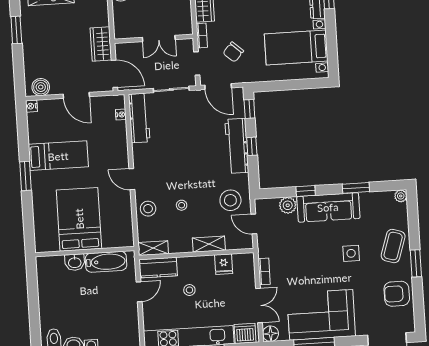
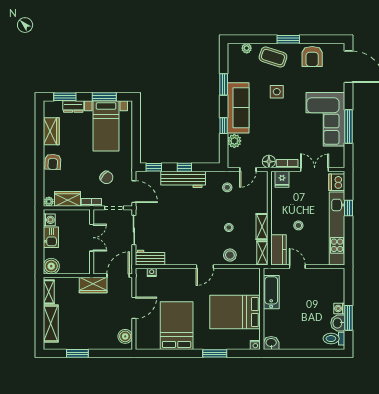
window: (332, 43) -> (104, 97), added
door: (218, 87) -> (134, 192), hinge flipped
nightstand: (31, 106) -> (255, 345), moved
workbench: (139, 118) -> (150, 258), width x0.73
bed: (58, 156) -> (177, 326), width x1.50
window: (25, 176) -> (215, 353), moved
plant: (401, 196) -> (247, 48), moved
stool: (230, 200) -> (227, 187), width x0.53, depth x0.53
shelving: (209, 244) -> (262, 227), moved
washbasin: (75, 262) -> (271, 343), moved, turned -90
fridge: (224, 264) -> (282, 179), moved, turned 90
floor lamp: (271, 334) -> (269, 162), moved

